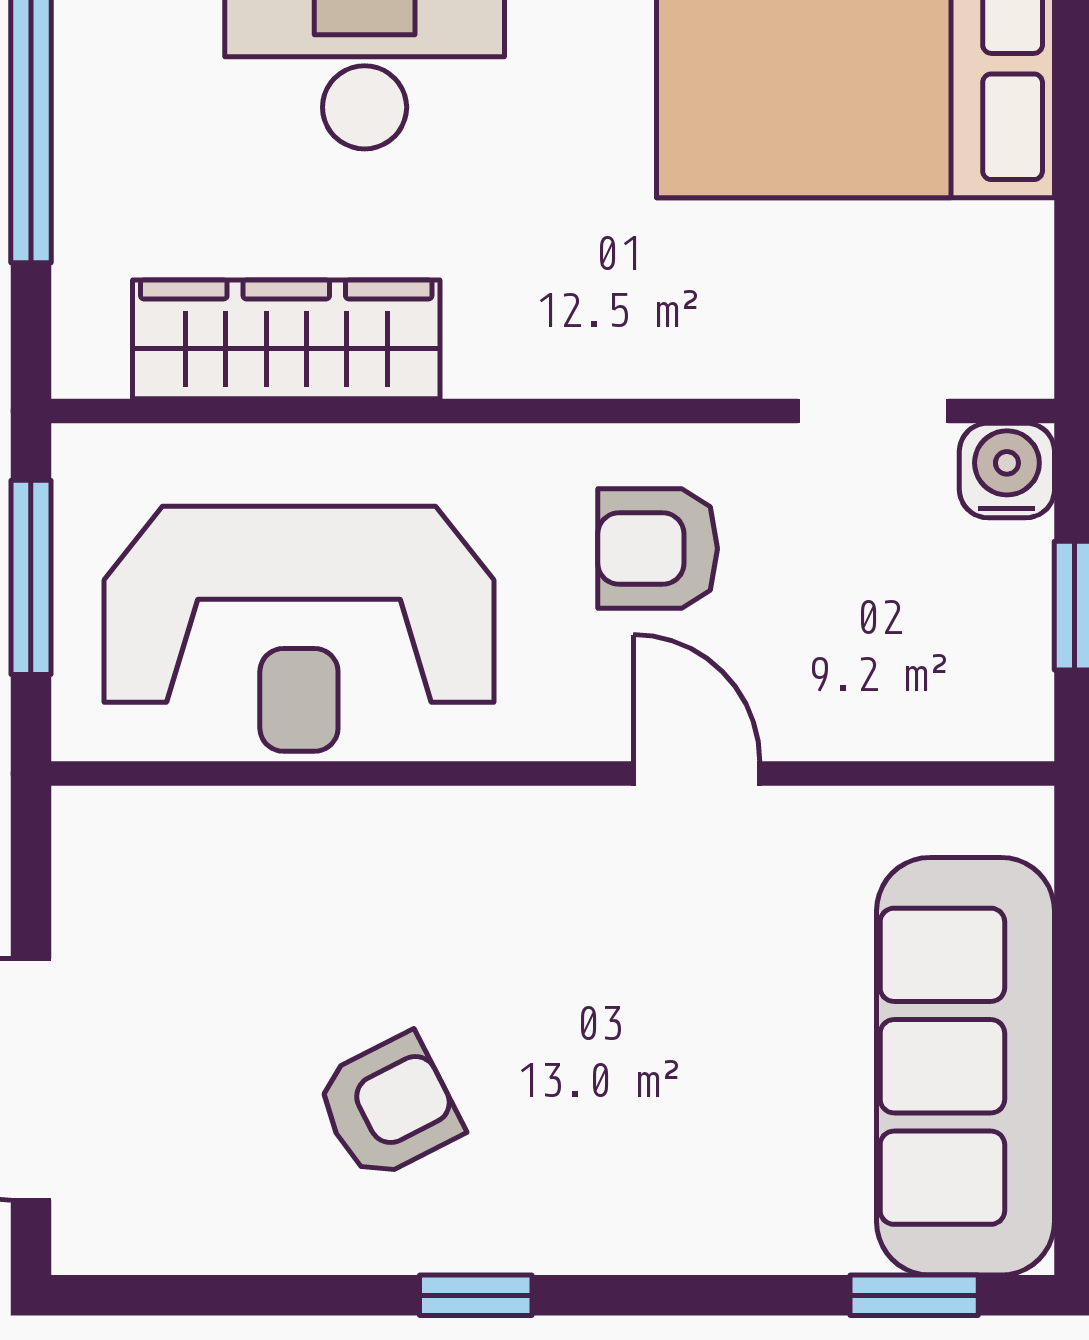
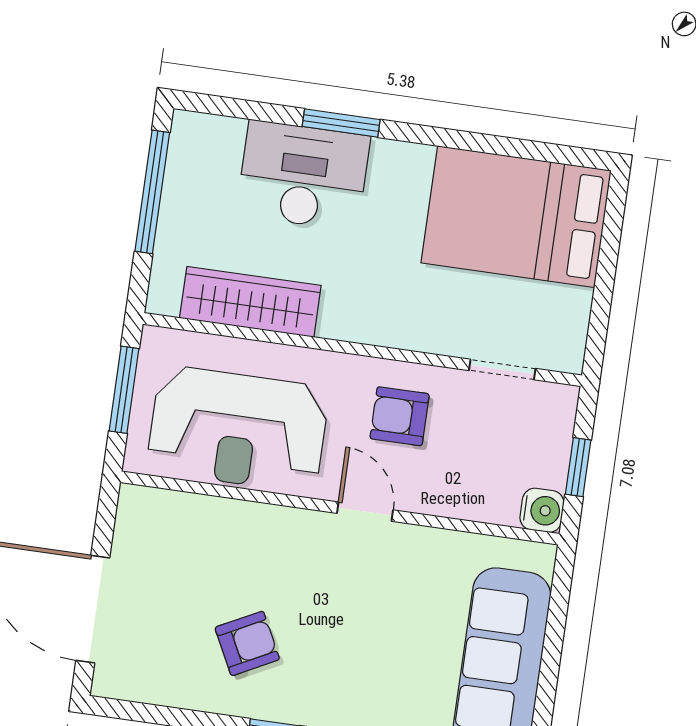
water cooler: (1007, 470) -> (542, 510), moved, turned 90
door: (696, 774) -> (365, 512), moved

